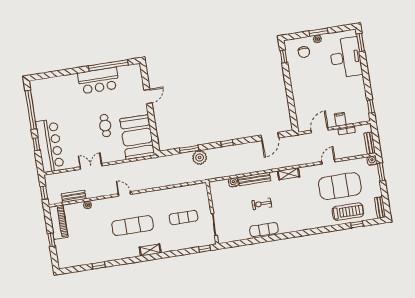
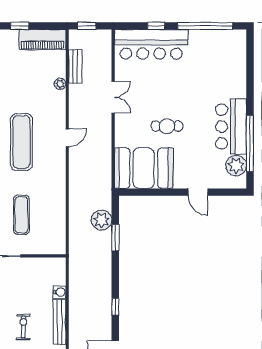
plant: (125, 73) -> (236, 166), added
window: (227, 143) -> (115, 307), moved
plant: (200, 157) -> (102, 220), moved

